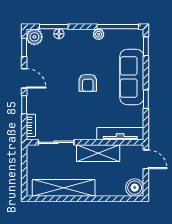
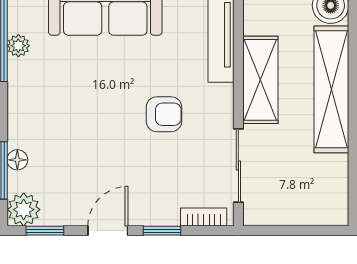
plant: (99, 34) -> (18, 46), moved
armchair: (88, 83) -> (164, 114), moved
shelving: (64, 188) -> (331, 89), moved

